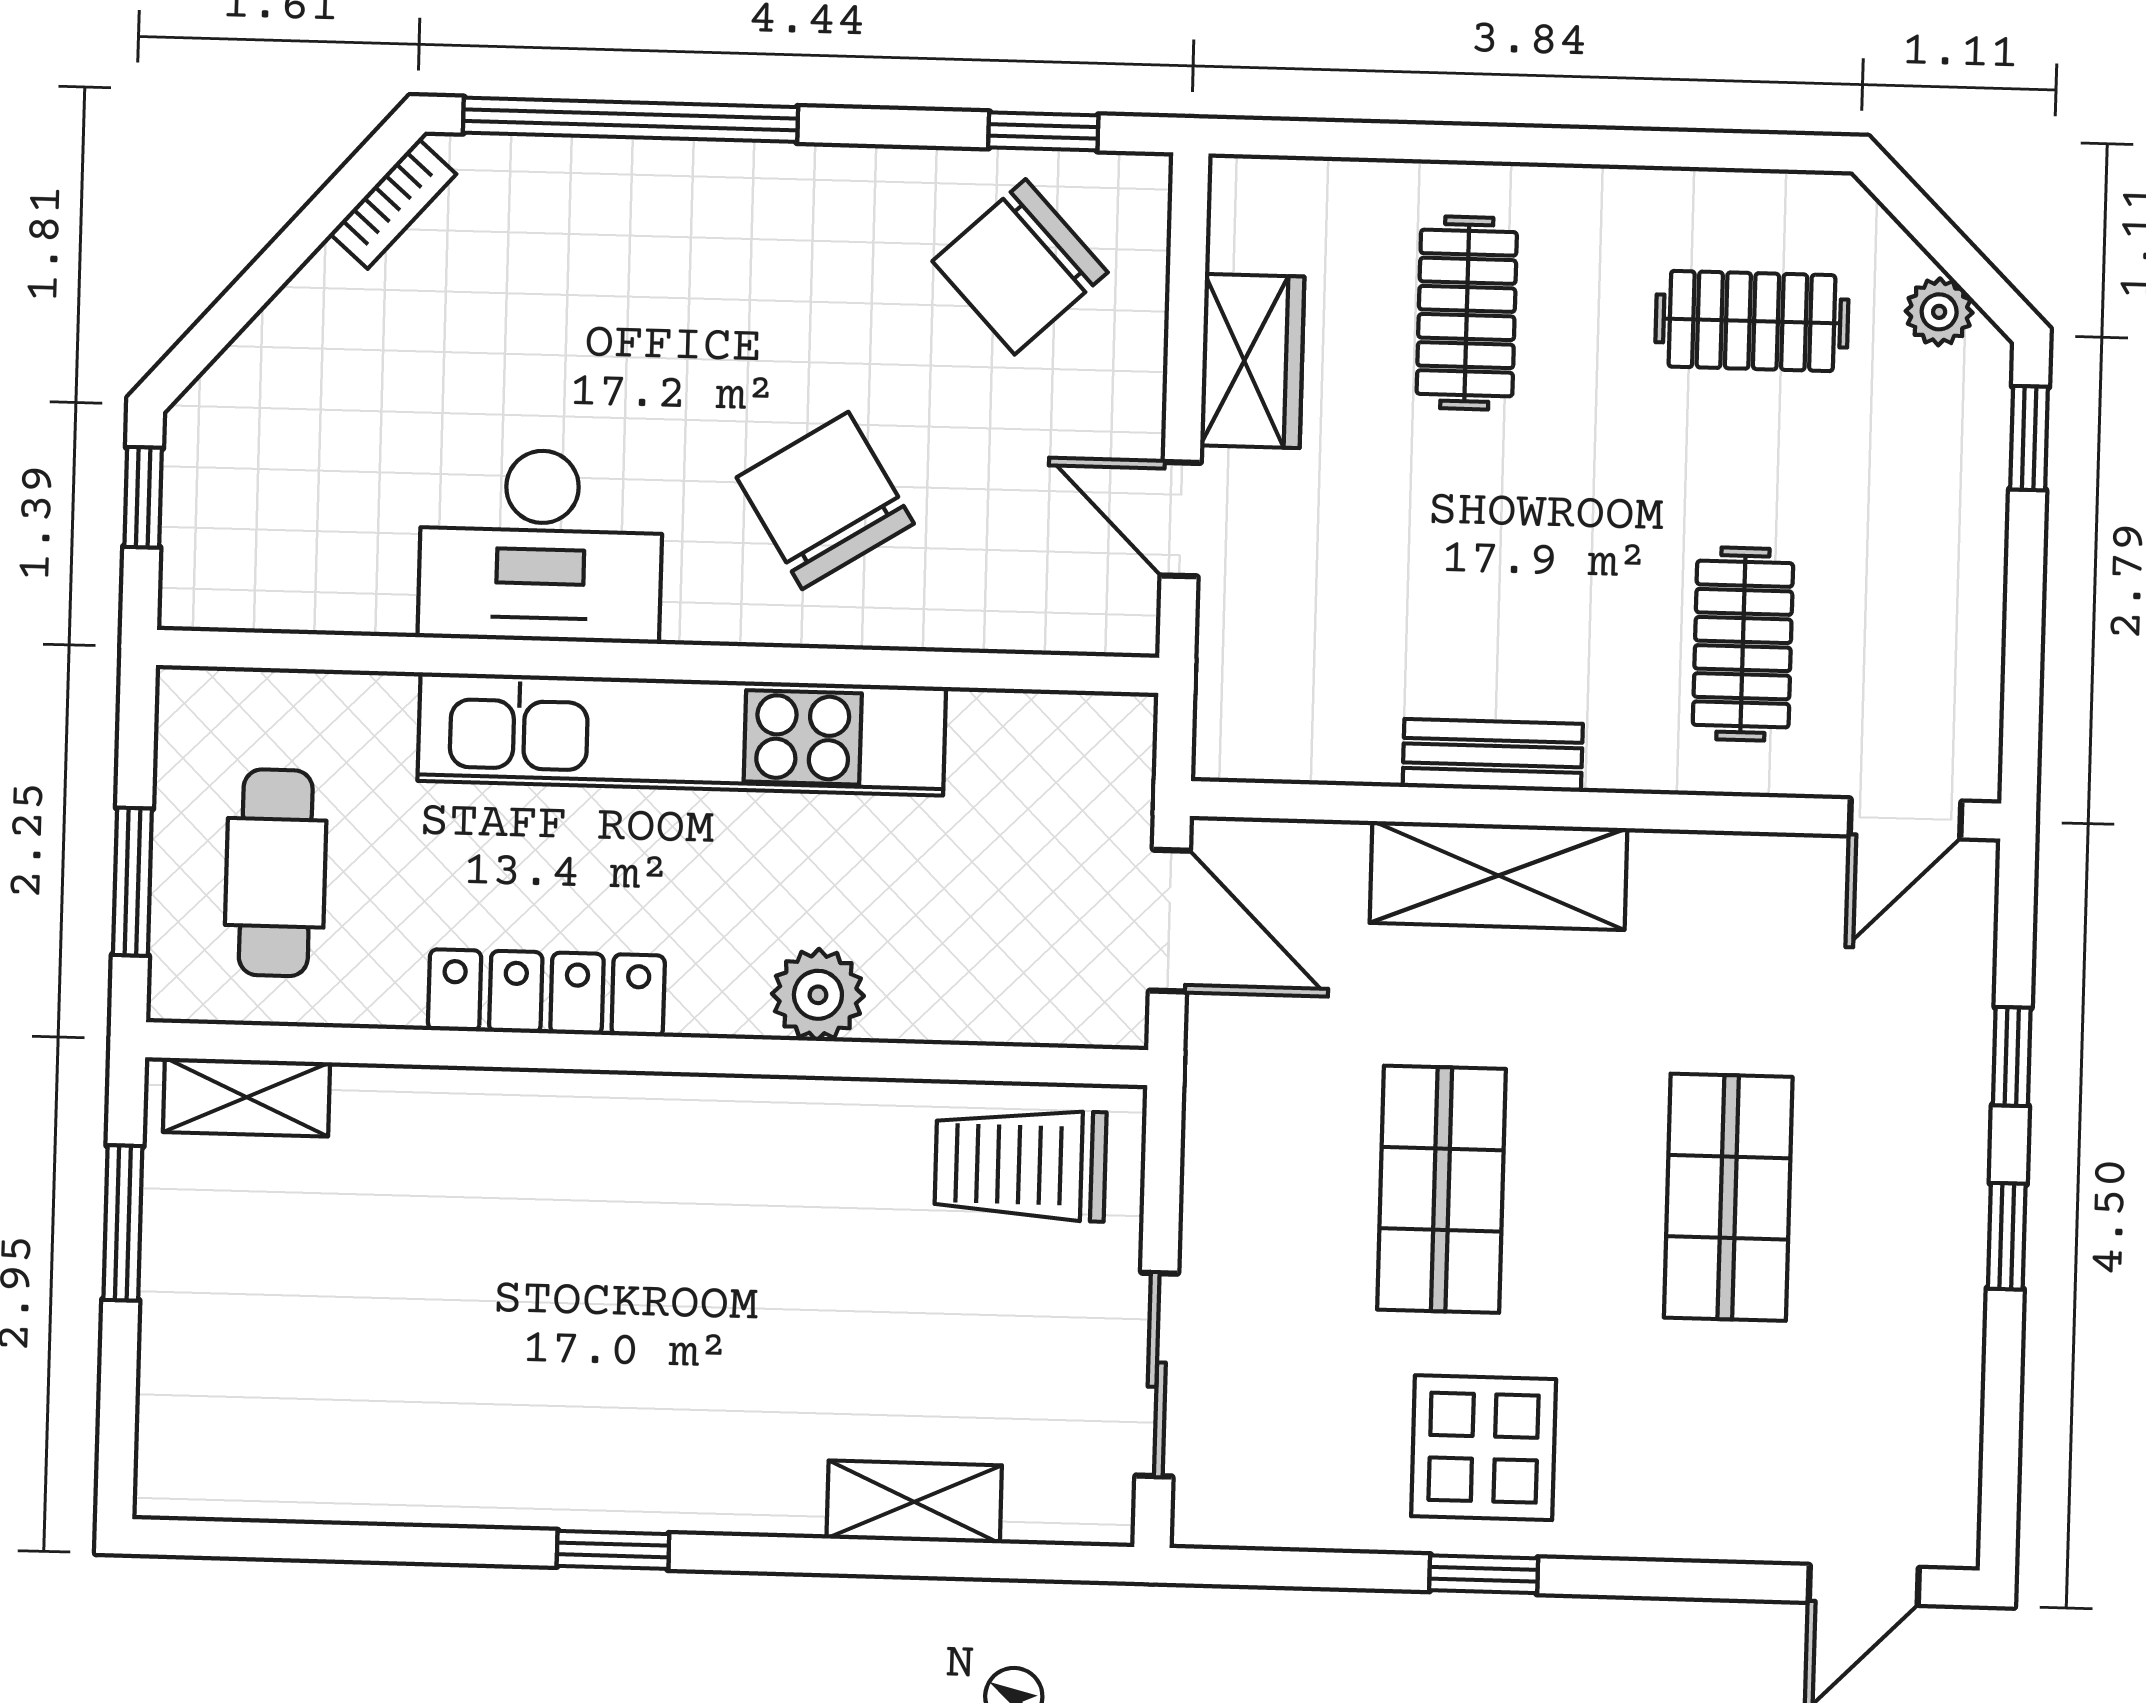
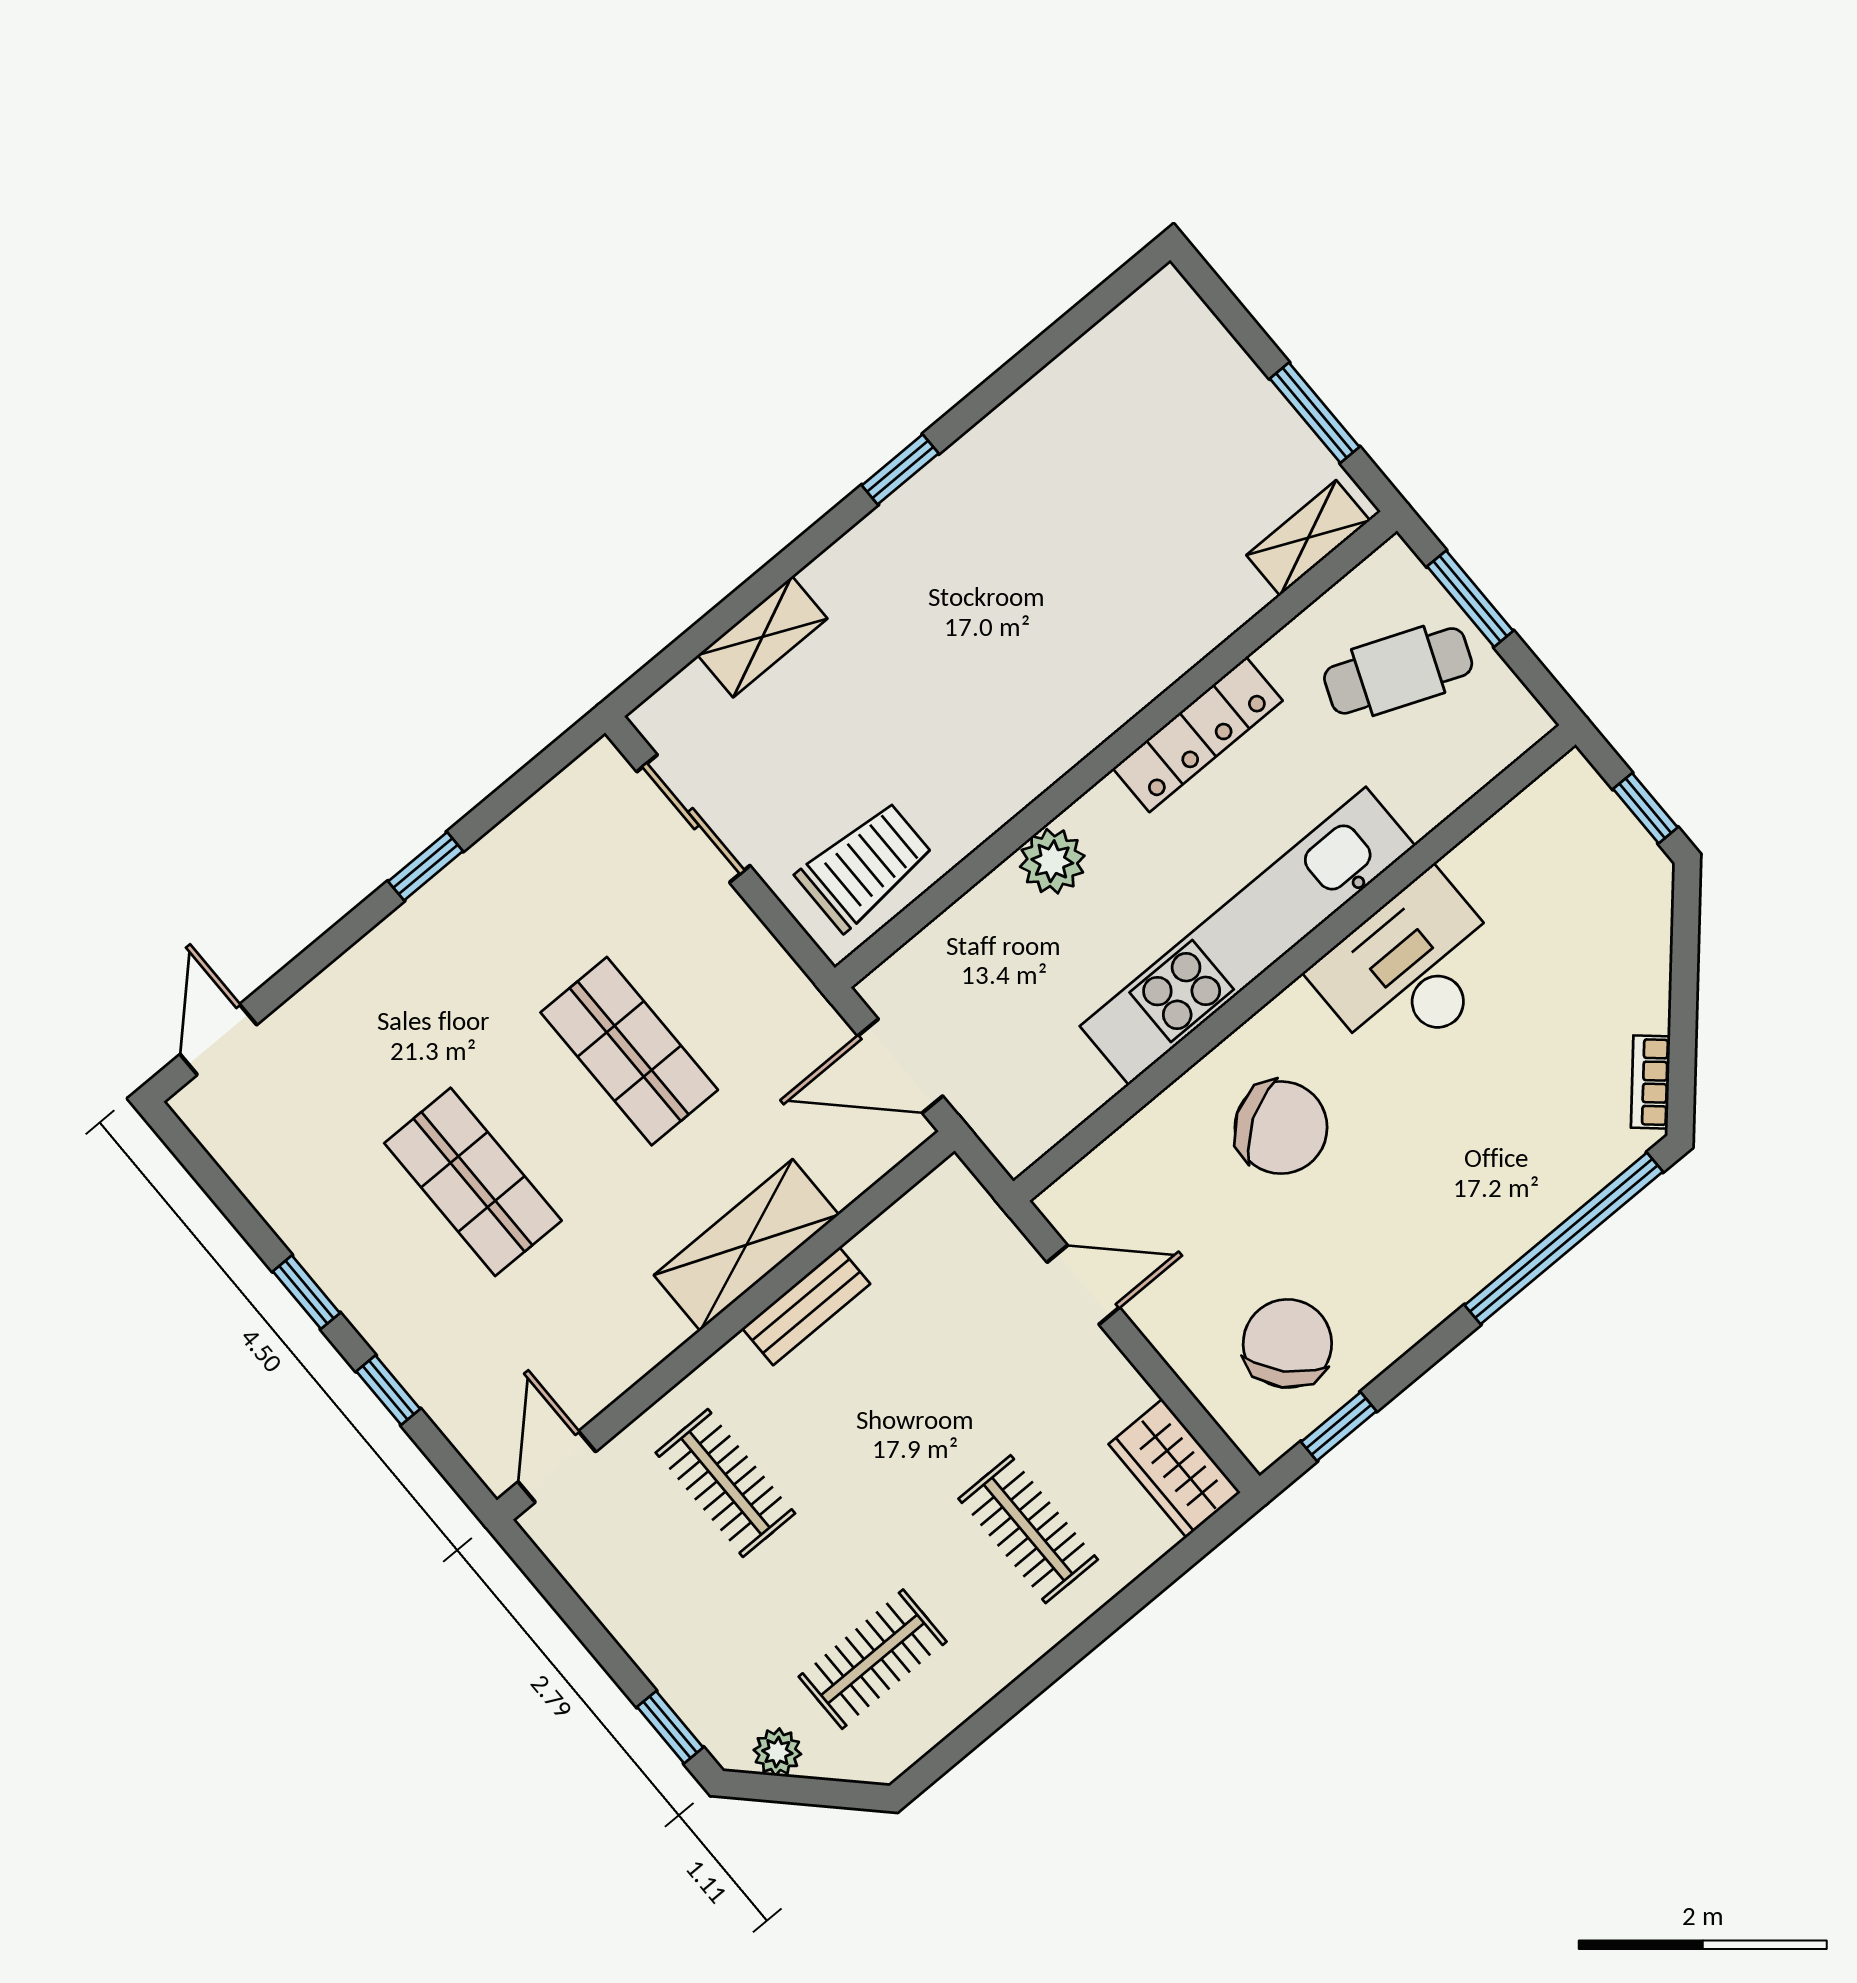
wardrobe: (1252, 361) -> (1174, 1468), moved
cafe table: (276, 873) -> (1398, 671), turned -68
display table: (1484, 1448) -> (485, 934), removed

